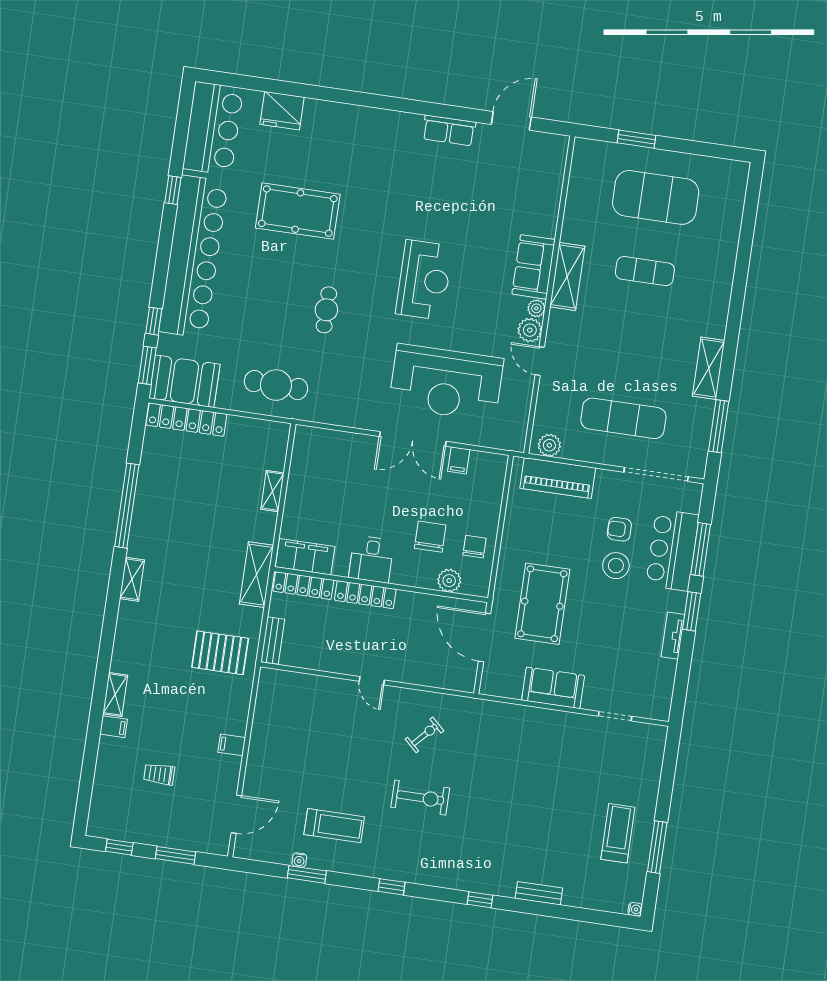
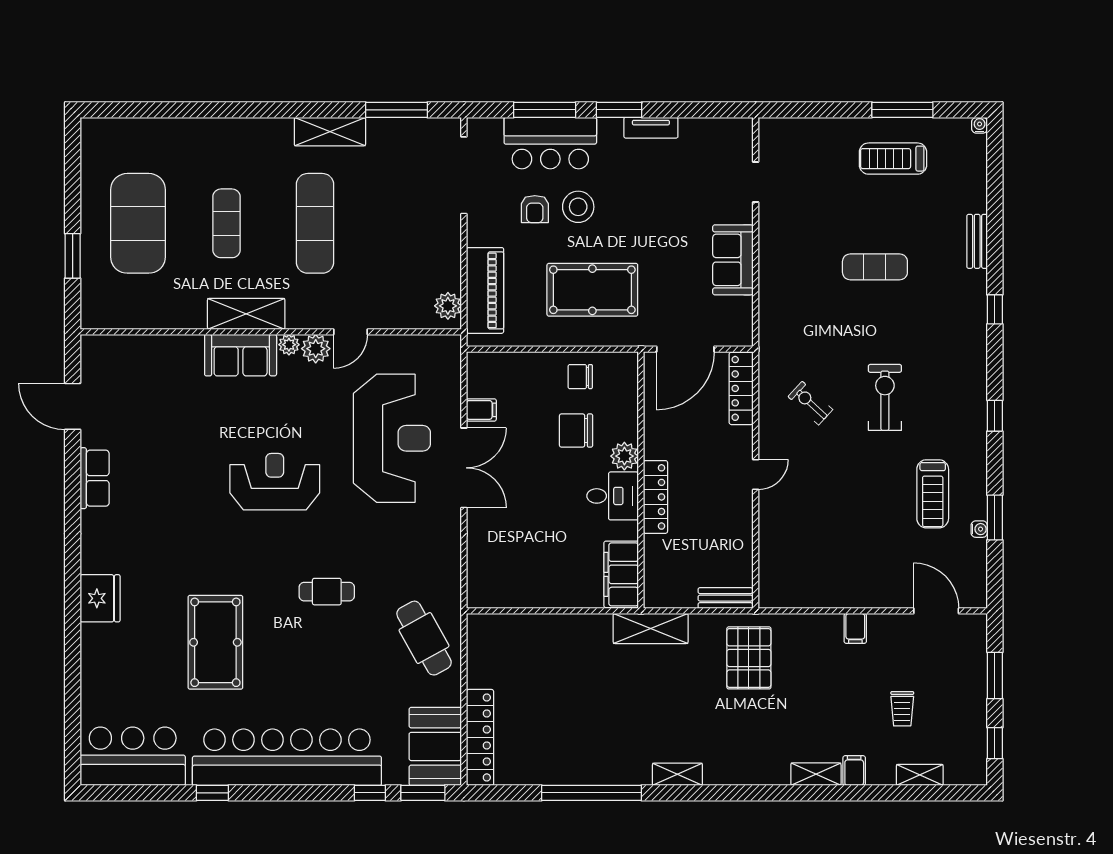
fridge: (282, 111) -> (100, 598), moved
cafe table: (276, 385) -> (424, 638), turned -31
exercise mat: (623, 418) -> (315, 223), moved
shelving: (272, 491) -> (920, 775), moved
plant: (449, 581) -> (624, 456), moved
locker: (303, 586) -> (741, 388), moved, turned 180
pool table: (542, 604) -> (592, 290), moved
exercise mat: (530, 805) -> (875, 267), added
treadmill: (334, 826) -> (933, 494), turned 180

